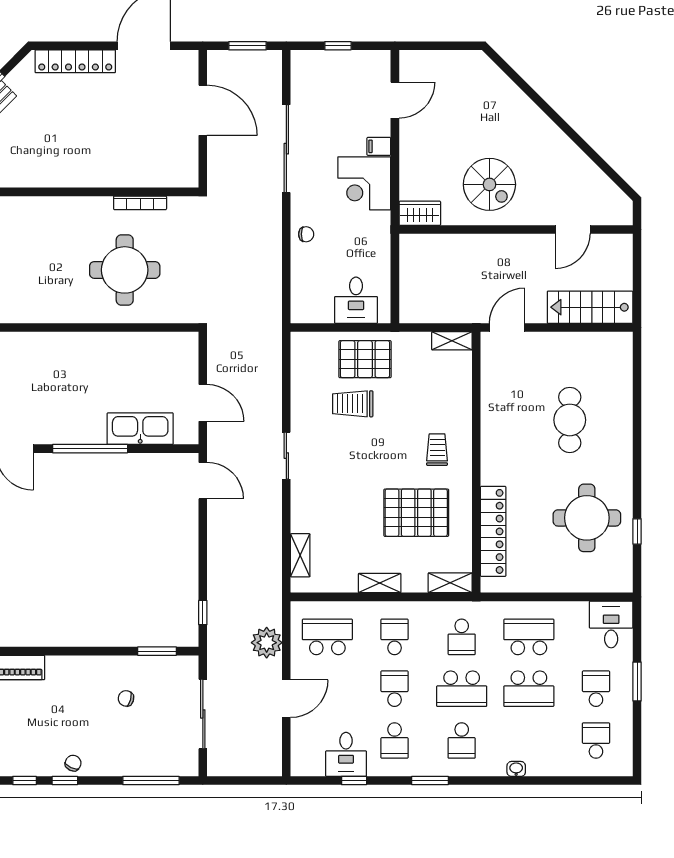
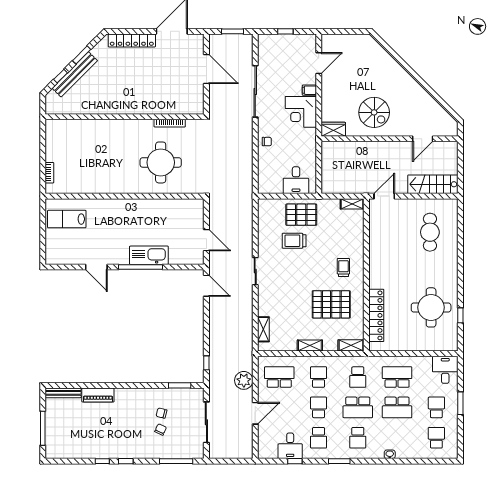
cafe table: (570, 420) -> (430, 232), moved
kitchen sink: (140, 429) -> (149, 255), moved
chair: (73, 763) -> (161, 429), moved

